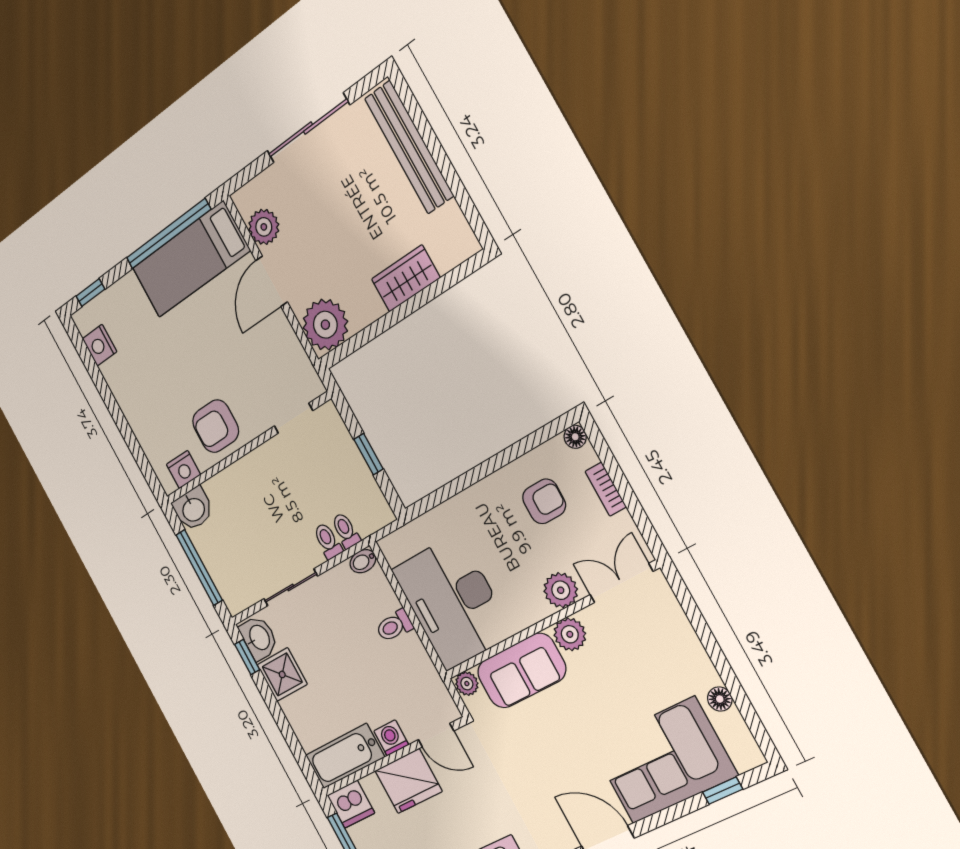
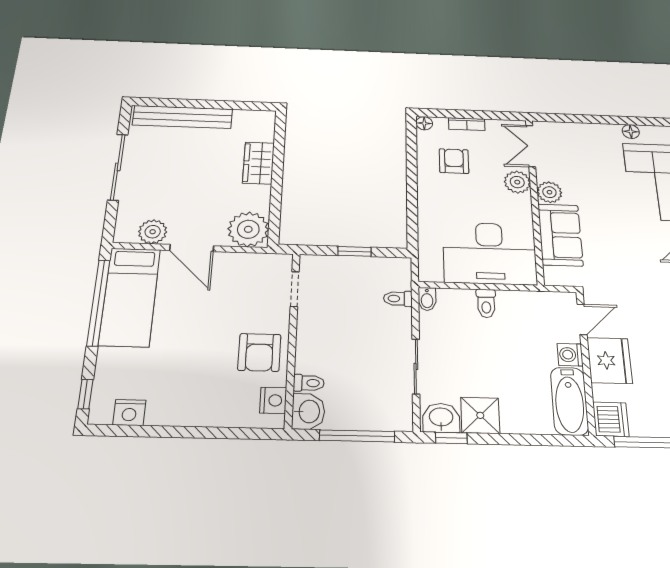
toilet: (328, 541) -> (309, 383), moved, turned 180
plant: (467, 684) -> (553, 276), removed

